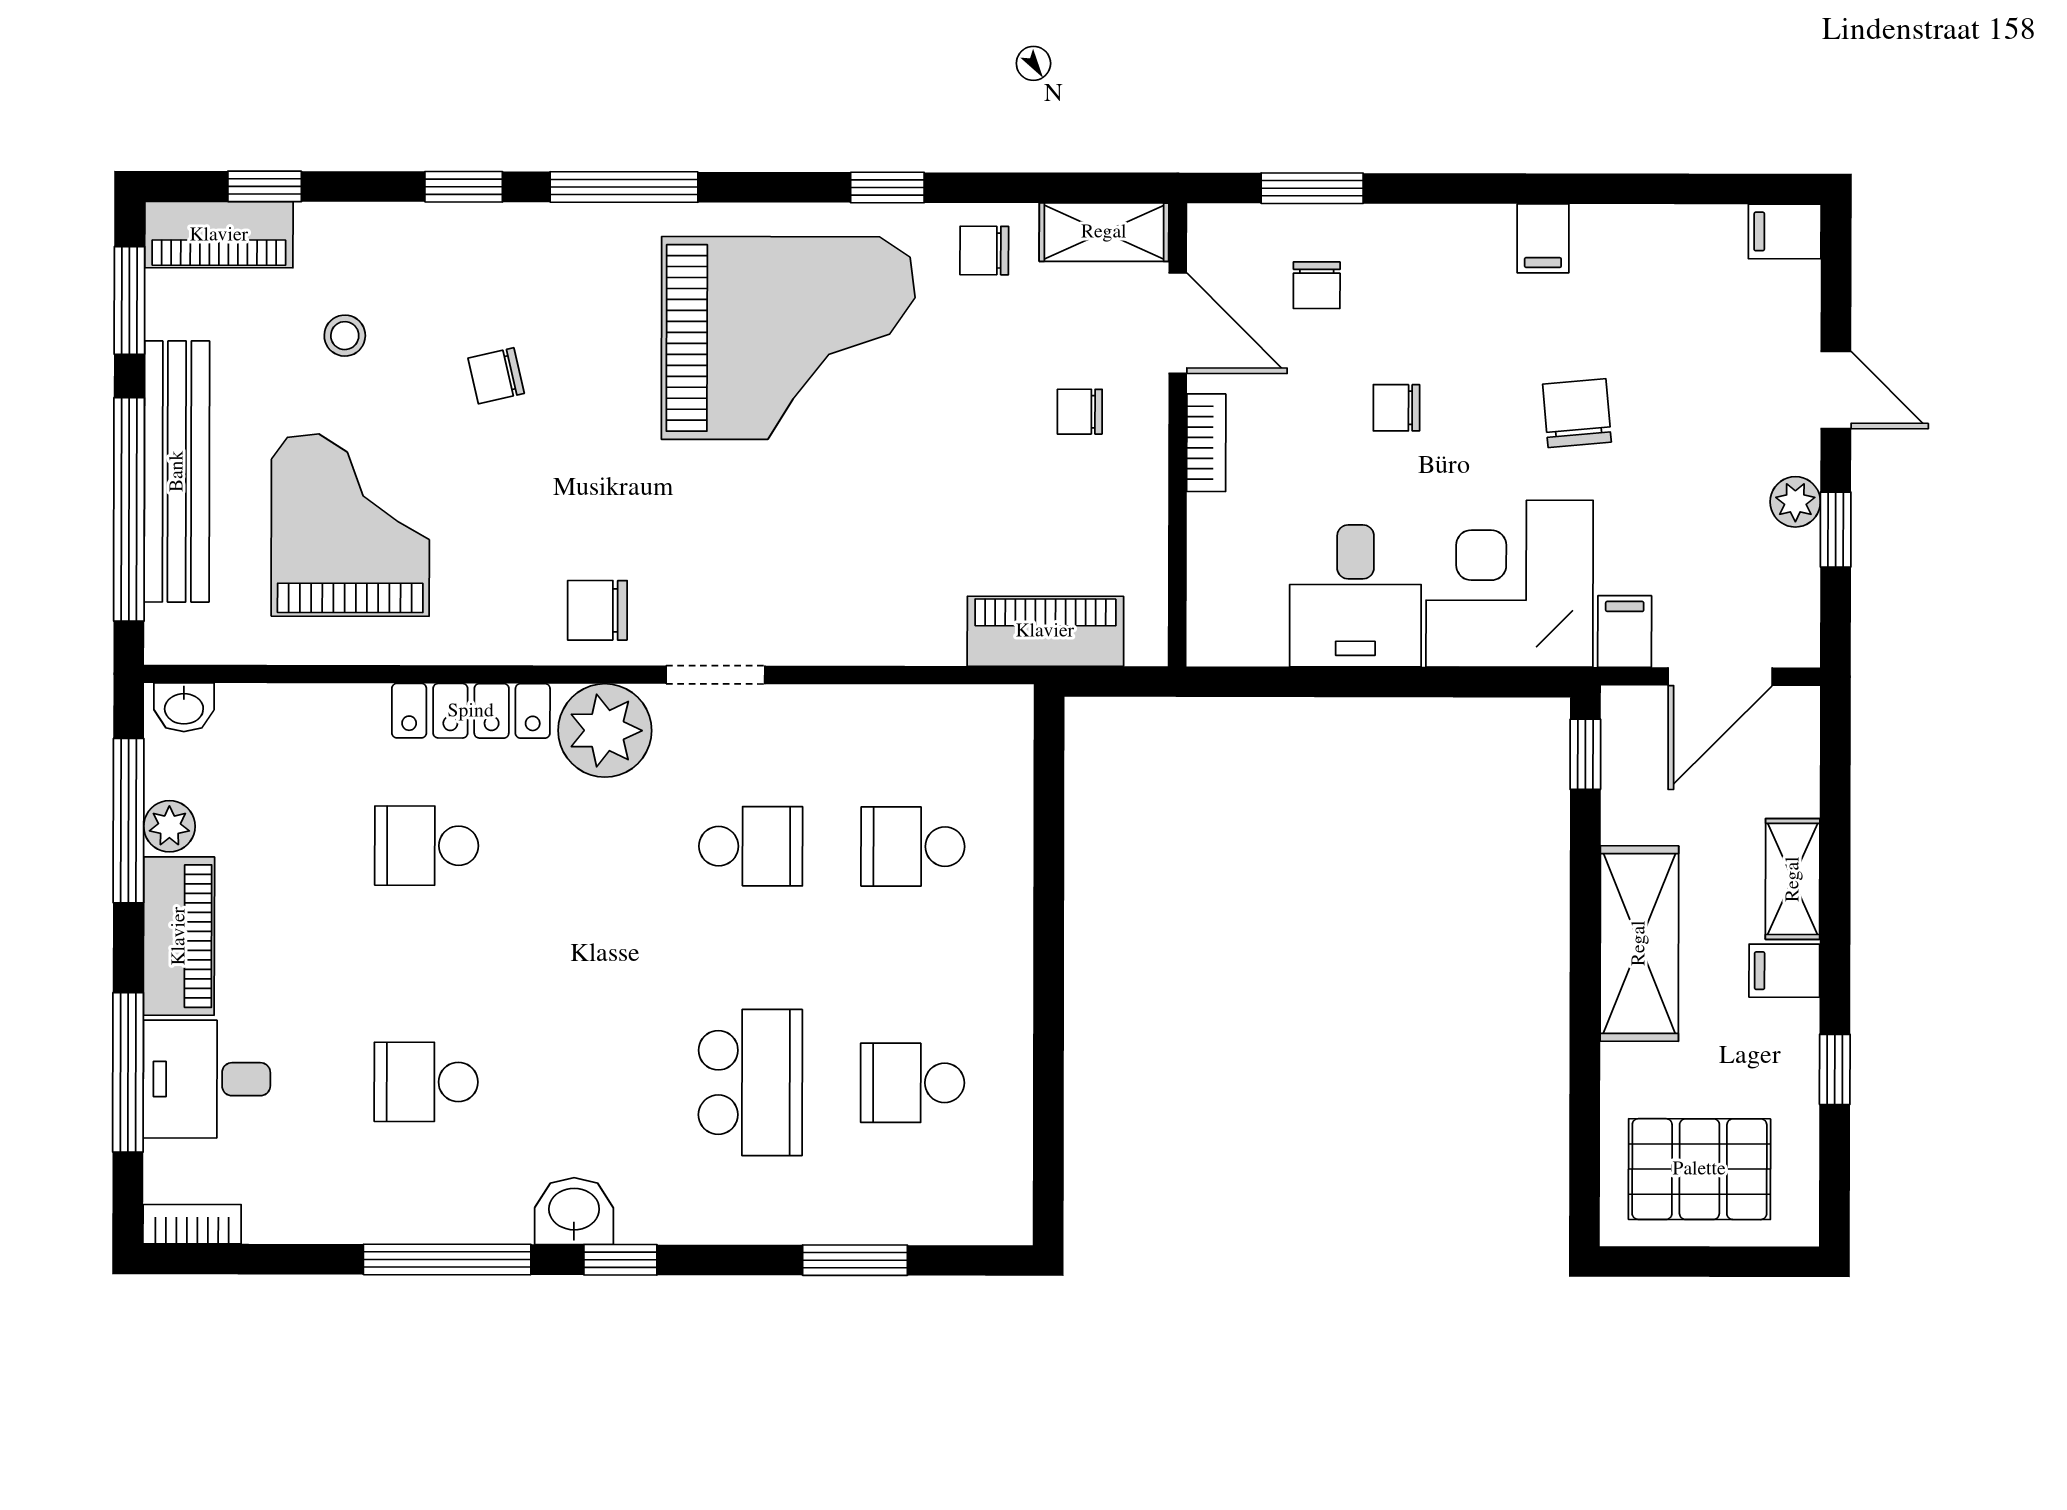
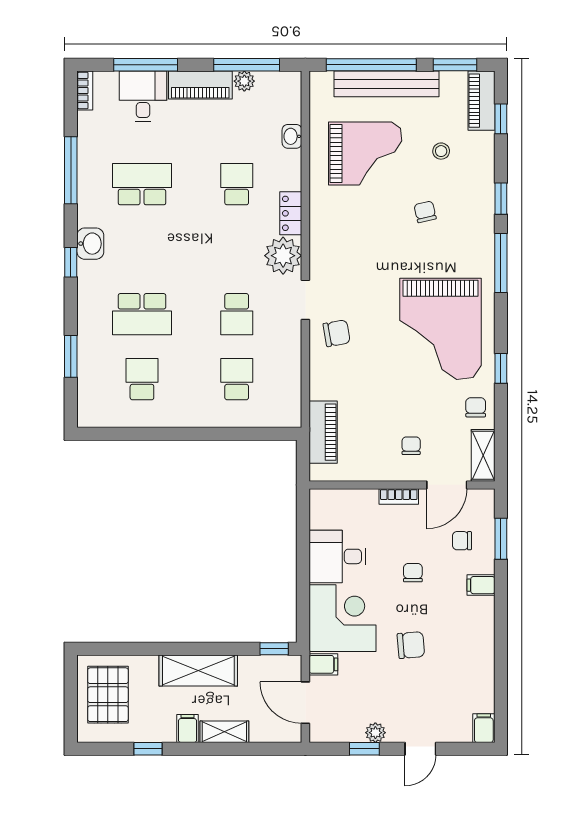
filing cabinet: (1543, 238) -> (481, 585), moved
chair: (597, 610) -> (337, 333), moved, turned 80
washbasin: (184, 707) -> (292, 136), moved
locker: (471, 711) -> (291, 213), width x0.66
school desk: (426, 1082) -> (142, 184), width x1.85
window: (447, 1259) -> (71, 170), moved

